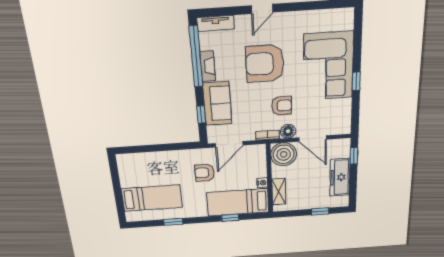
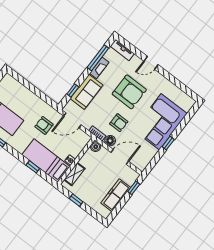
window: (196, 57) -> (98, 58), width x0.68
armchair: (265, 64) -> (129, 92), turned 180
door: (313, 138) -> (120, 157), swing flipped
boiler: (284, 154) -> (96, 147), width x0.54, depth x0.54
window: (320, 211) -> (76, 200), moved

